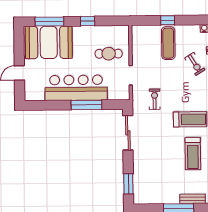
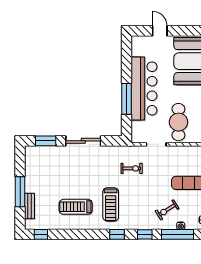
cafe table: (109, 54) -> (178, 122), width x1.37, depth x1.35
sliding door: (128, 133) -> (83, 141), moved

